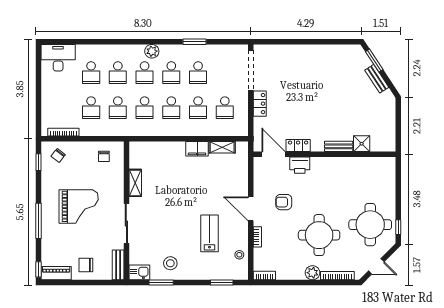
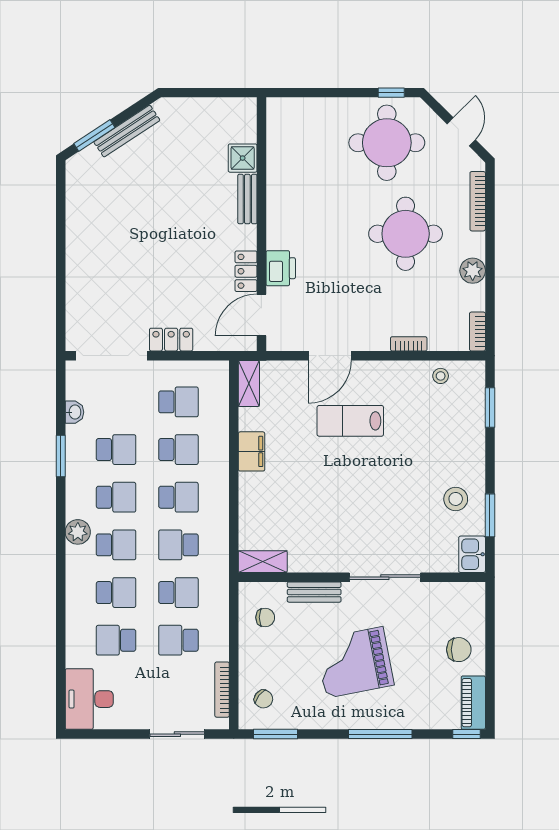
washbasin: (219, 49) -> (74, 412), added
school desk: (91, 73) -> (116, 640), turned 180
bench: (377, 79) -> (127, 131), width x1.36
sliding door: (38, 107) -> (177, 734), added
school desk: (91, 108) -> (178, 640), turned 180
school desk: (145, 108) -> (178, 545), turned 180
shelving: (222, 147) -> (249, 383), moved
window: (38, 162) -> (275, 734), width x1.50
shelving: (135, 183) -> (263, 562), moved
armchair: (284, 202) -> (347, 297), removed
grand piano: (79, 206) -> (355, 662), turned -101
door: (251, 209) -> (330, 356), moved
lab bench: (209, 233) -> (350, 421), moved
chair: (86, 265) -> (459, 650), turned -90
bench: (118, 265) -> (314, 592), moved
plant: (313, 273) -> (473, 271), moved

